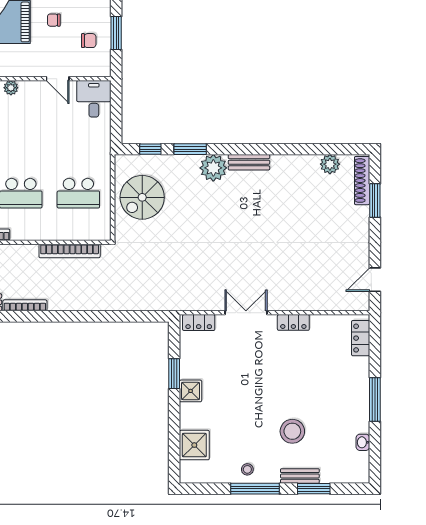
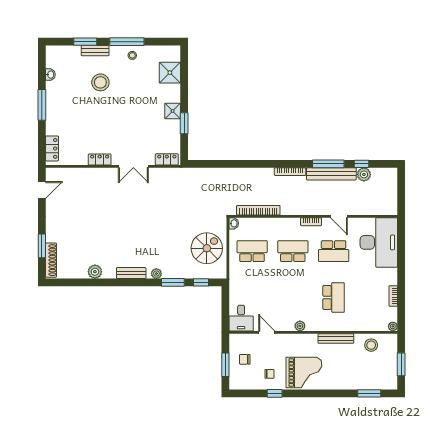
plant: (330, 164) -> (95, 272), moved
plant: (213, 168) -> (156, 274), width x0.53, depth x0.53
washbasin: (104, 232) -> (234, 223), added

